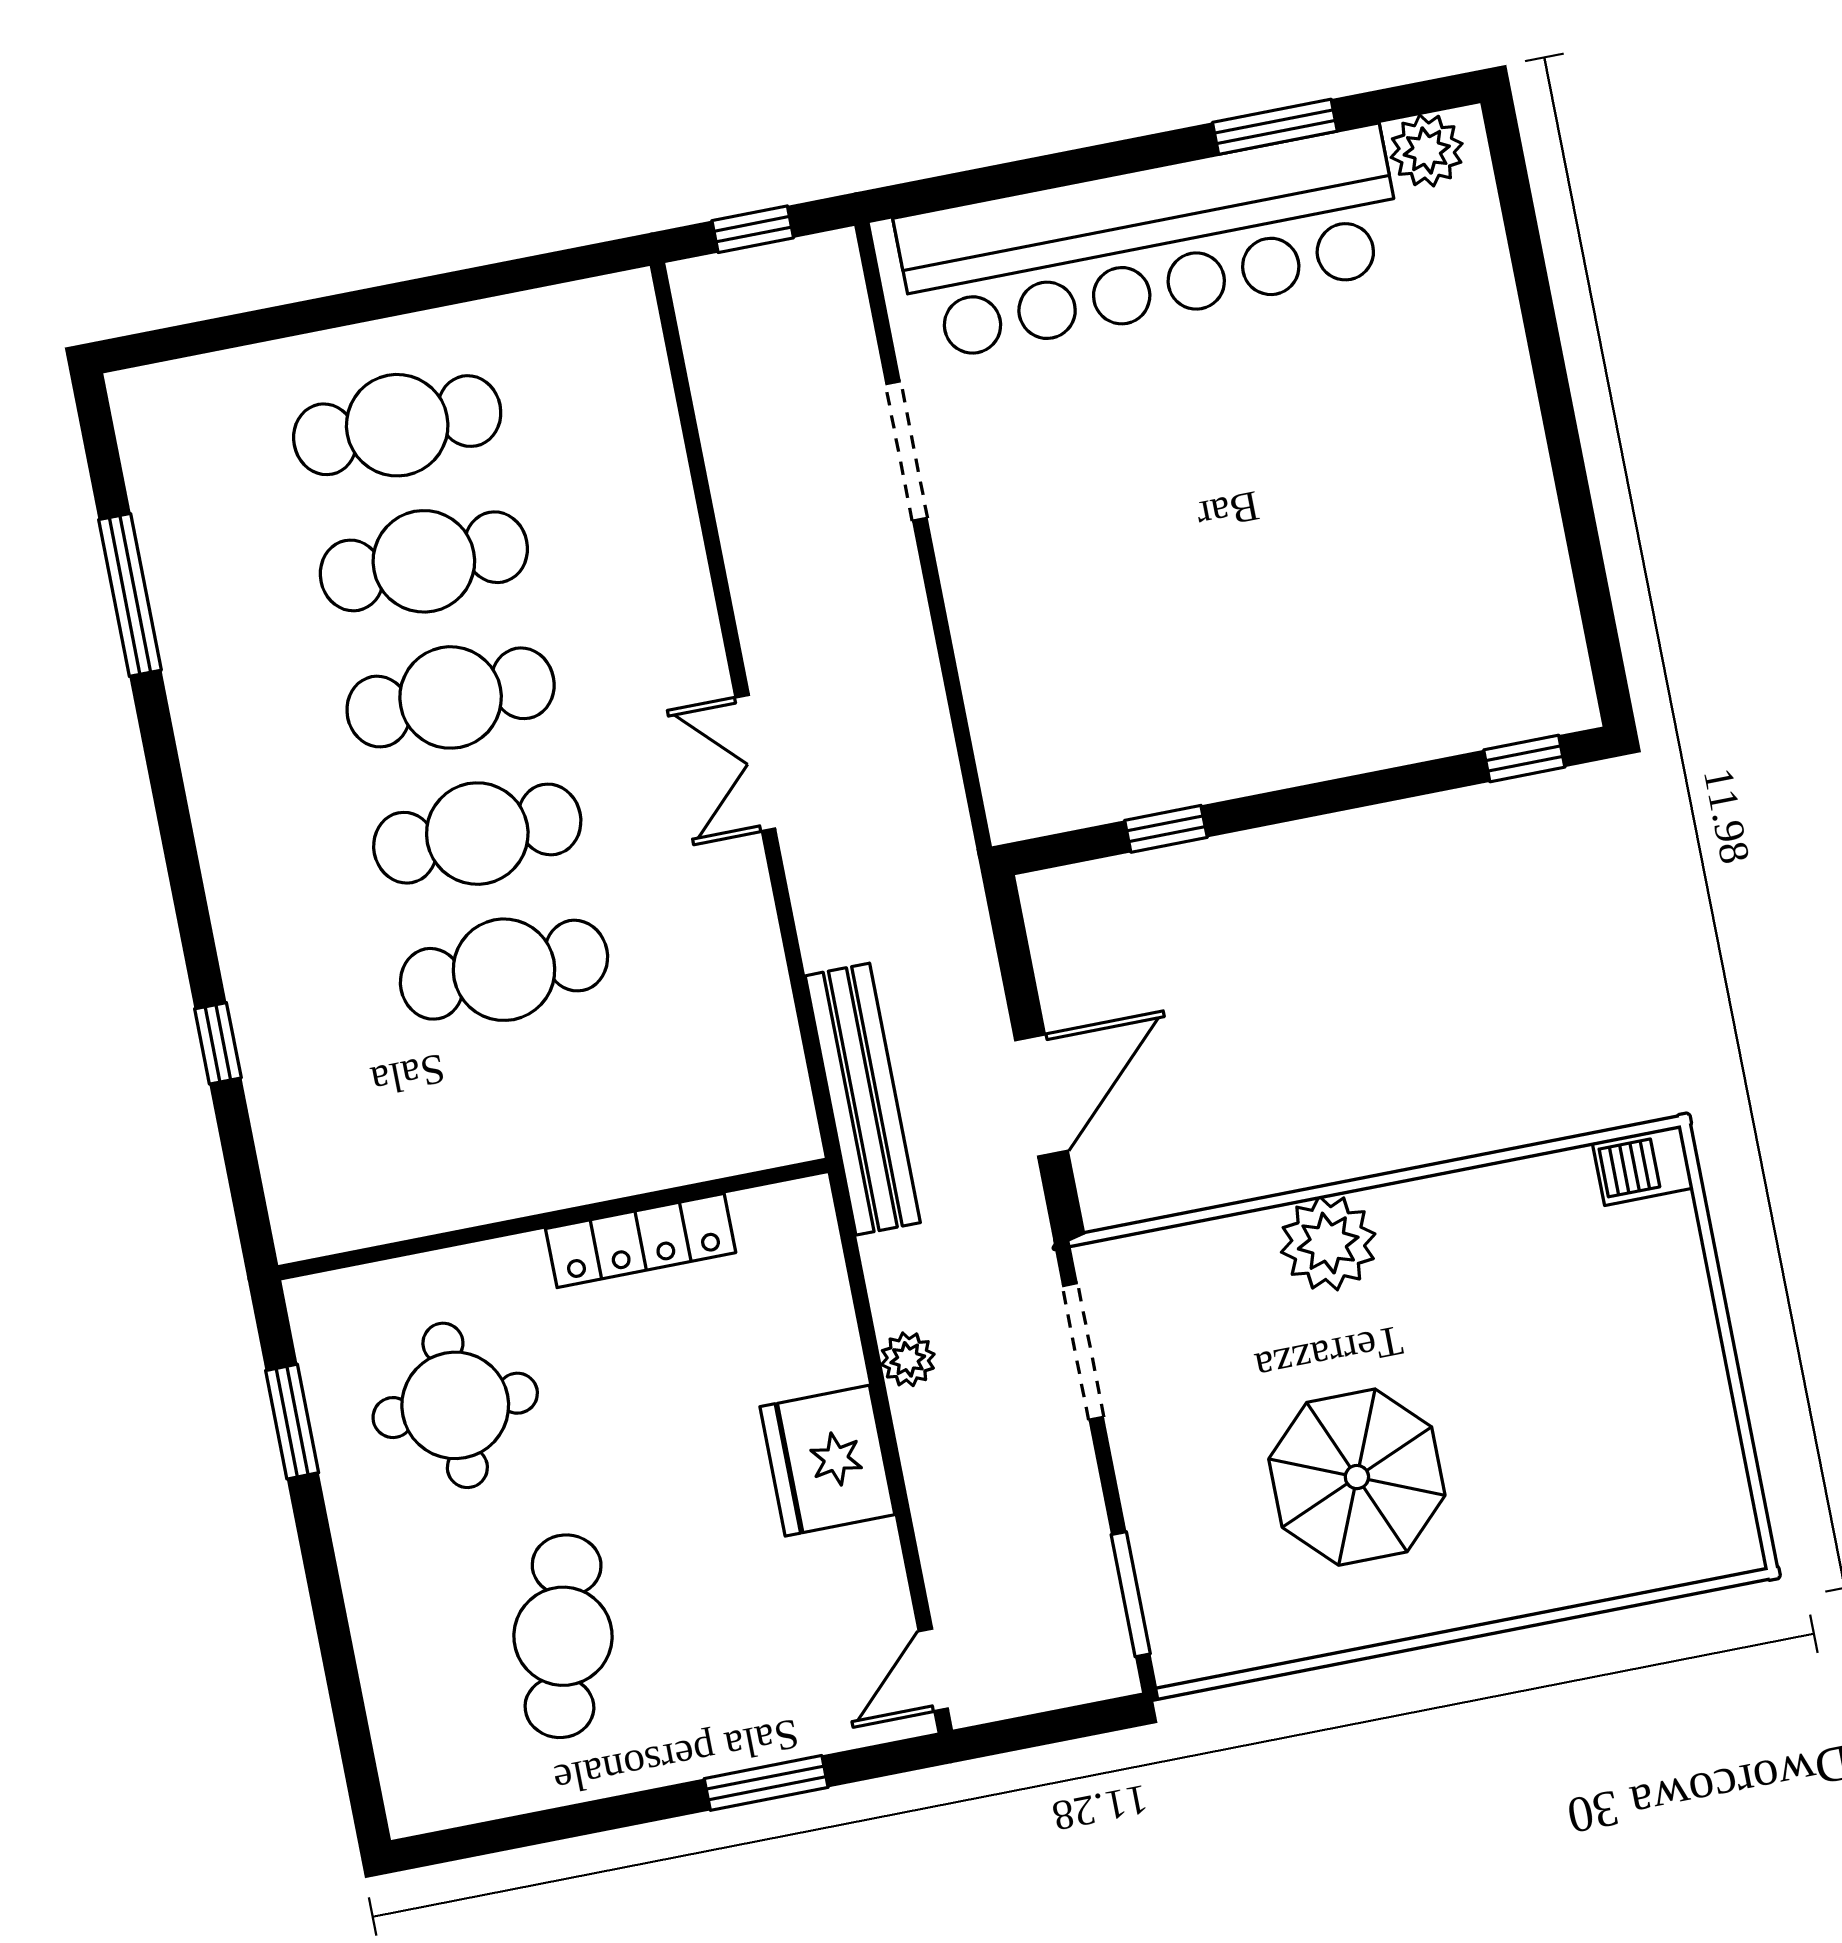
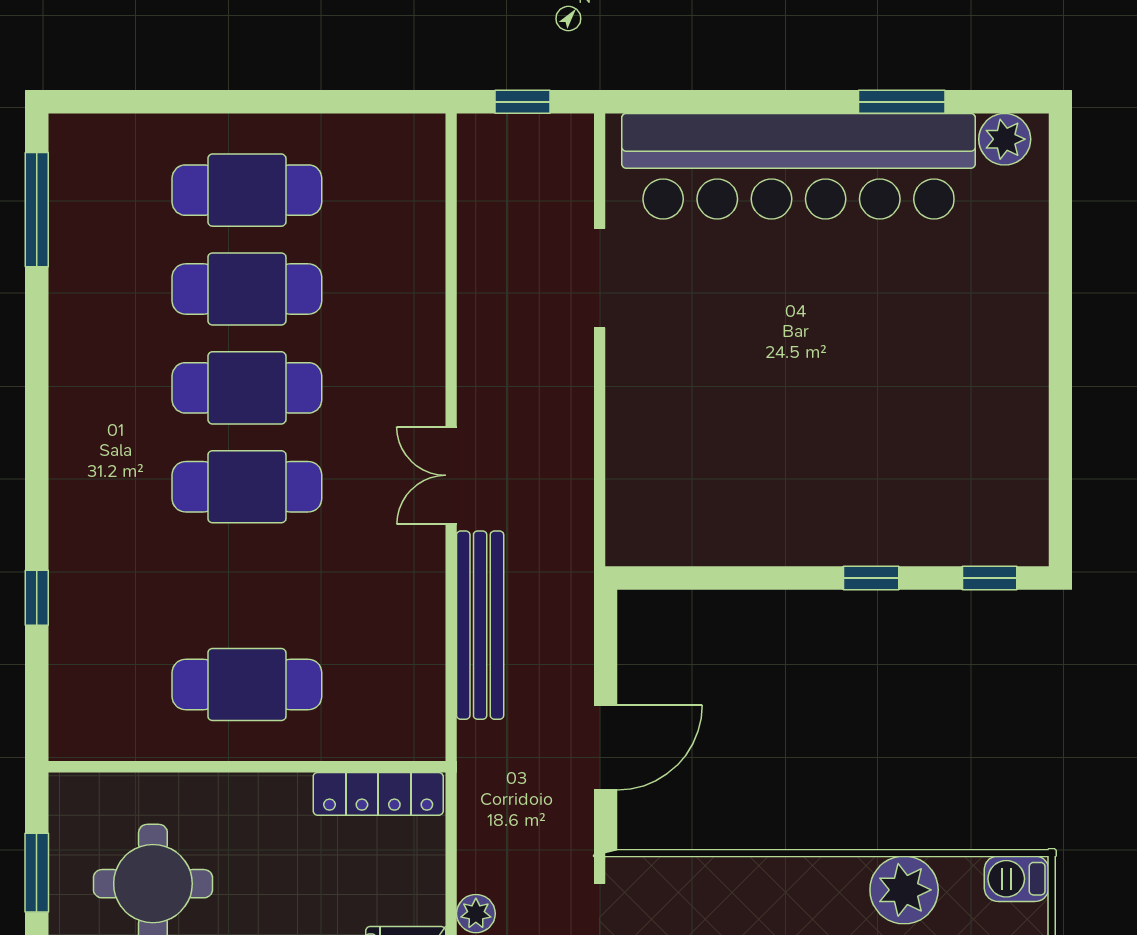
window: (130, 595) -> (37, 210), moved
window: (1166, 829) -> (871, 578), moved
cafe table: (504, 970) -> (247, 685), moved
bench: (863, 1099) -> (480, 625), moved
locker: (641, 1241) -> (378, 794), moved
plant: (1328, 1243) -> (904, 890), moved

